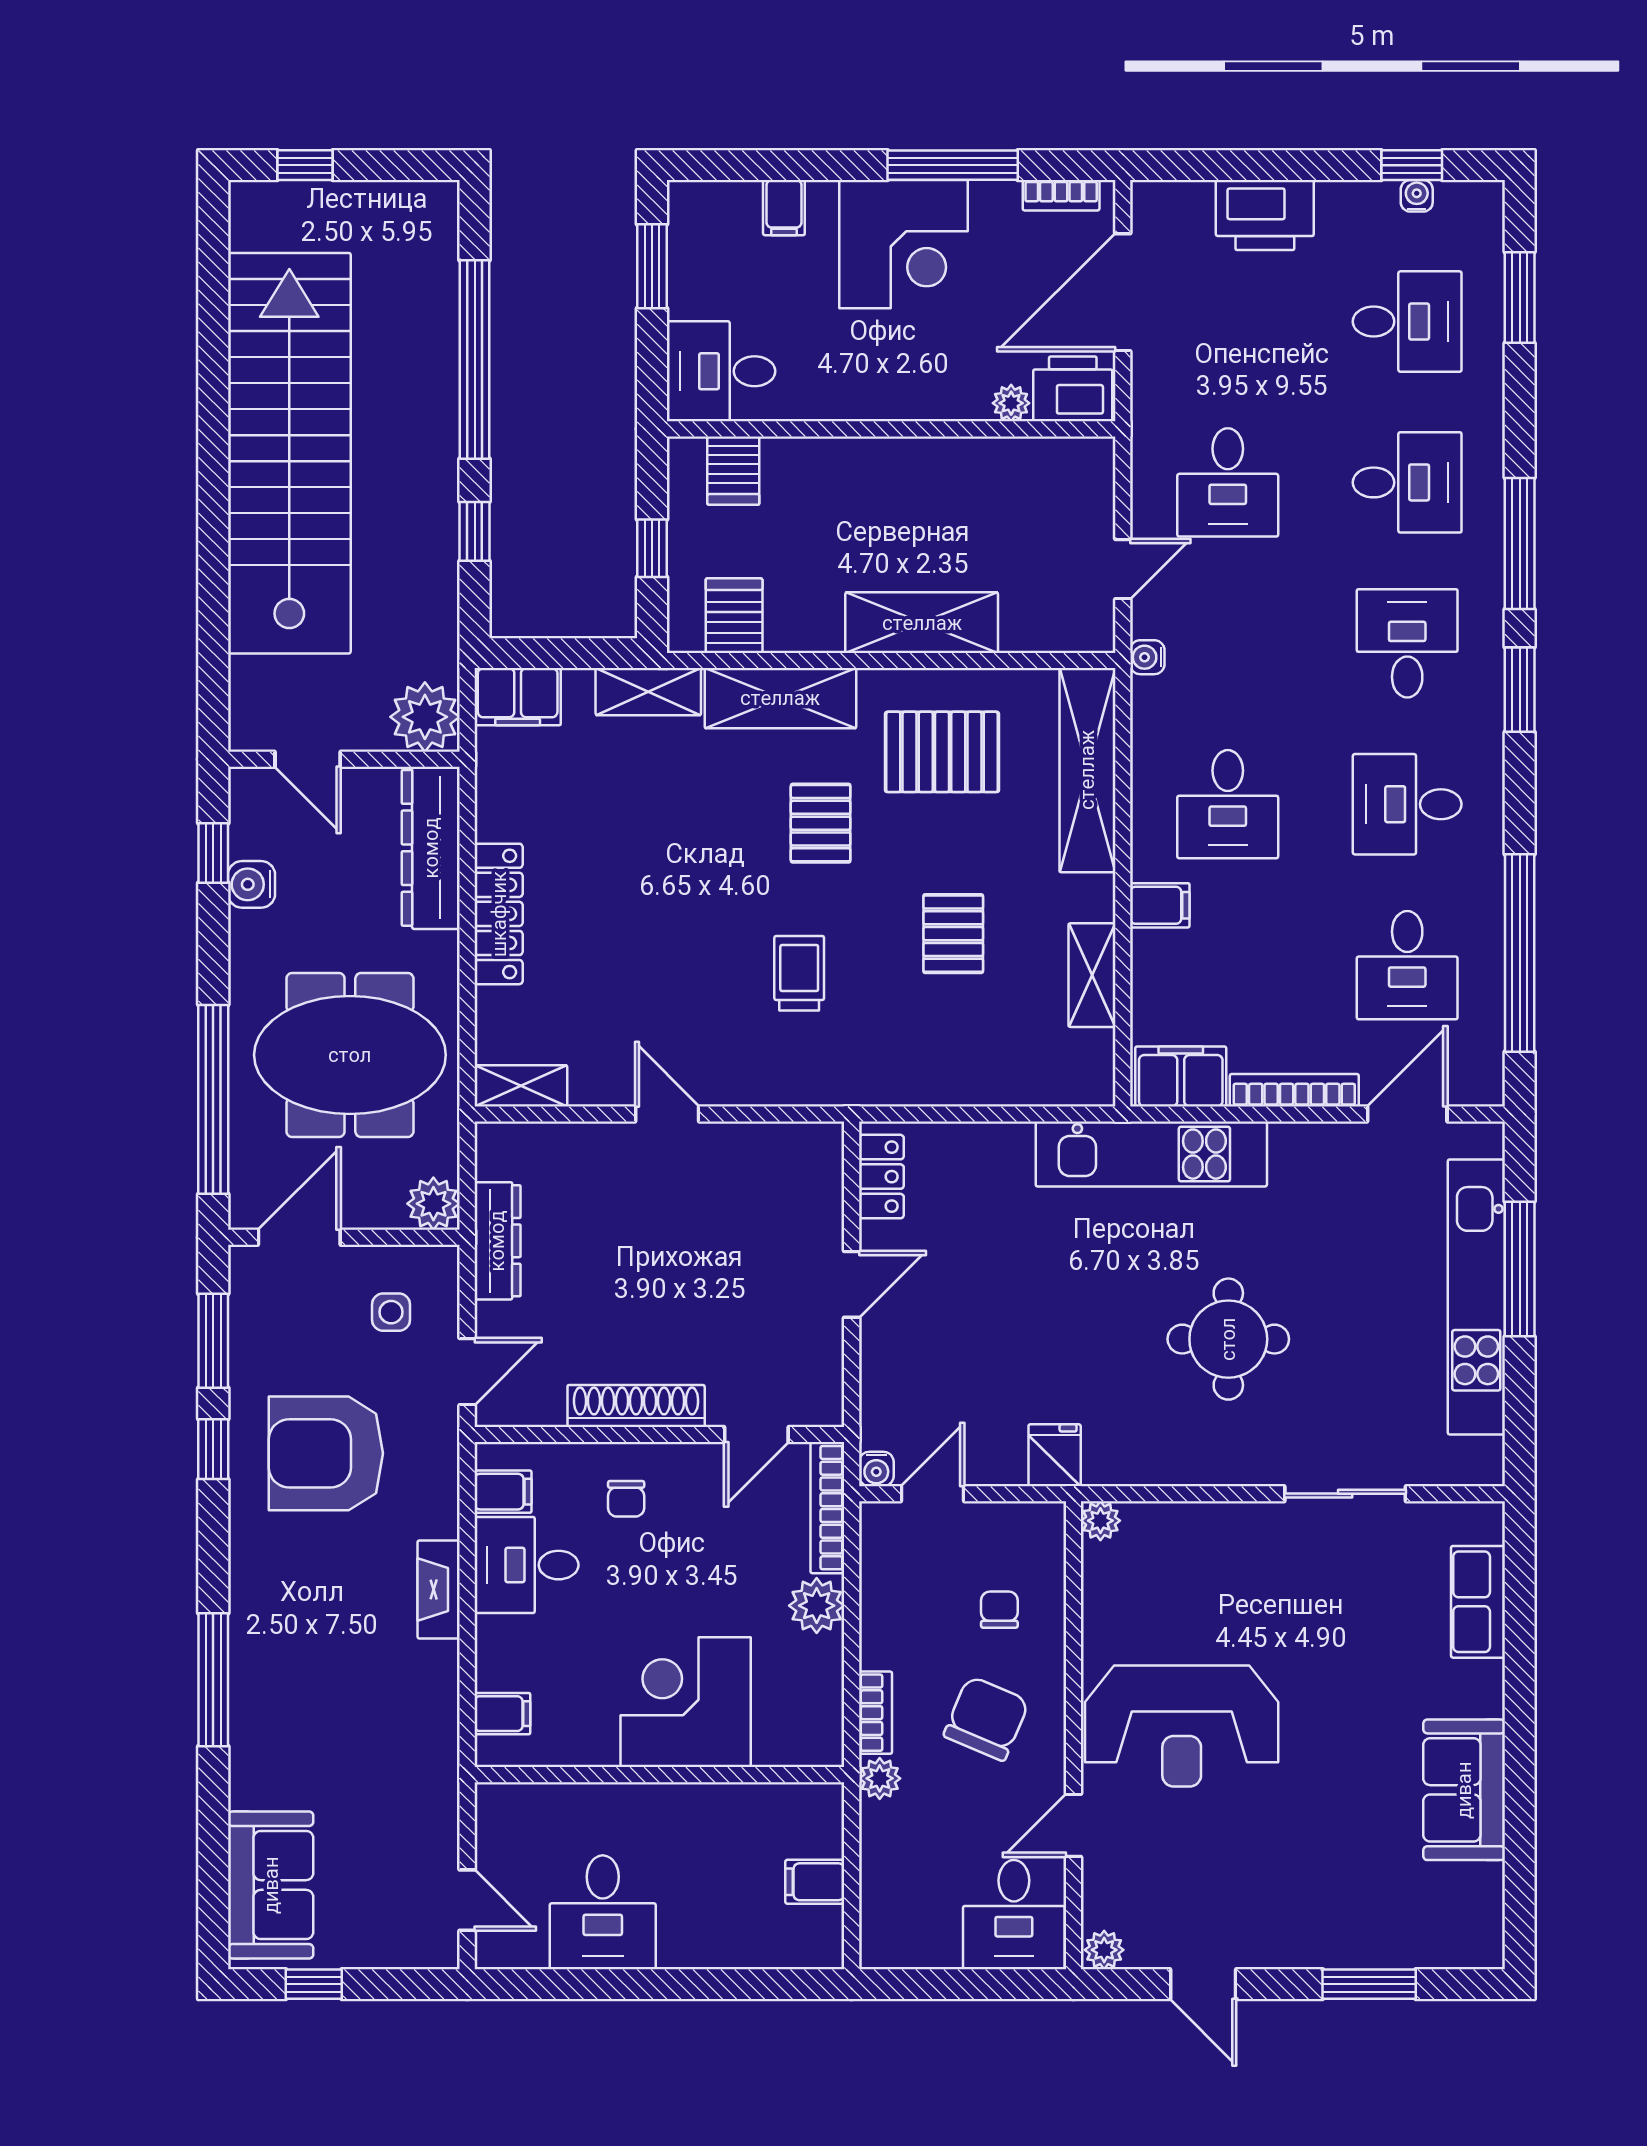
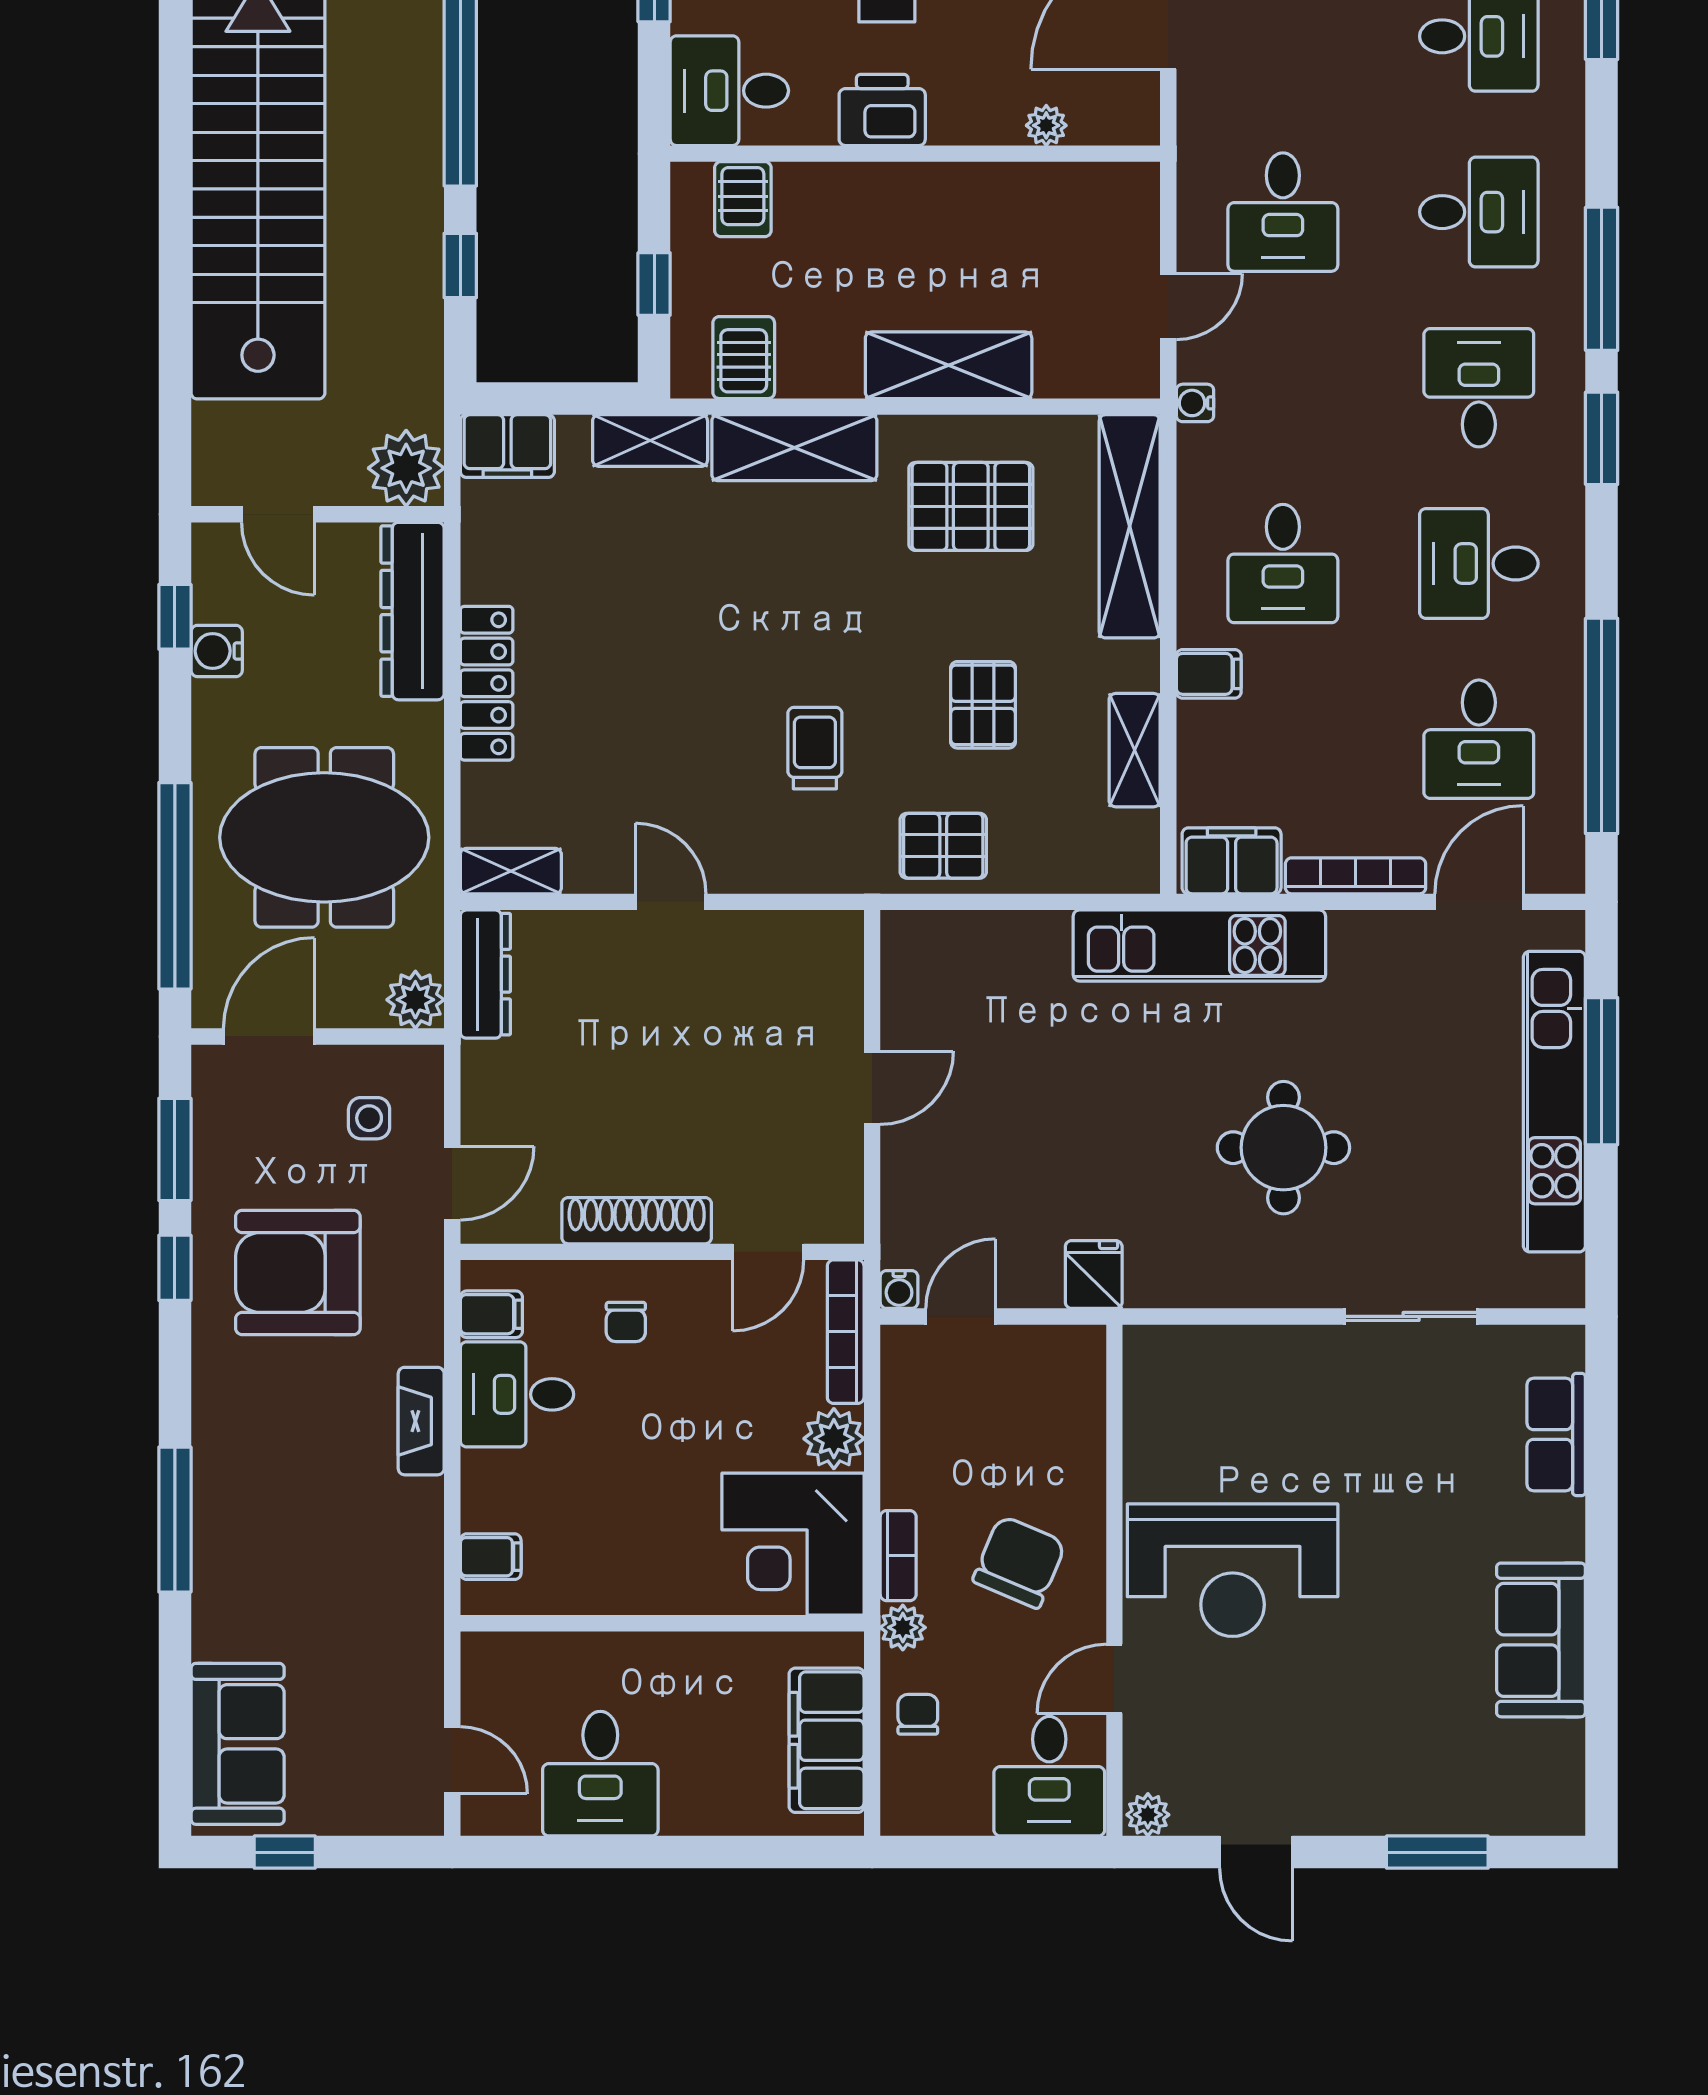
printer: (1073, 389) -> (882, 110), moved
pallet: (821, 823) -> (943, 846), moved, turned 90
locker: (881, 1177) -> (905, 970), removed
dresser: (497, 1241) -> (485, 974), moved
plant: (1100, 1521) -> (1144, 1346), removed
chair: (999, 1610) -> (918, 1714), moved
corner desk: (686, 1702) -> (793, 1544), moved, turned -90
filing cabinet: (815, 1882) -> (827, 1740), width x3.00, depth x1.17

